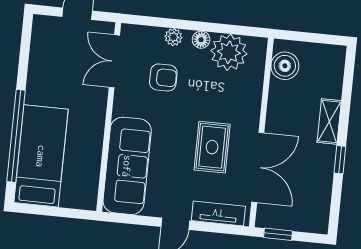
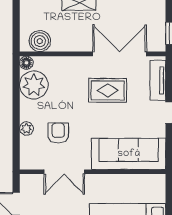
floor lamp: (201, 40) -> (26, 63), moved
double door: (114, 61) -> (64, 172), moved

